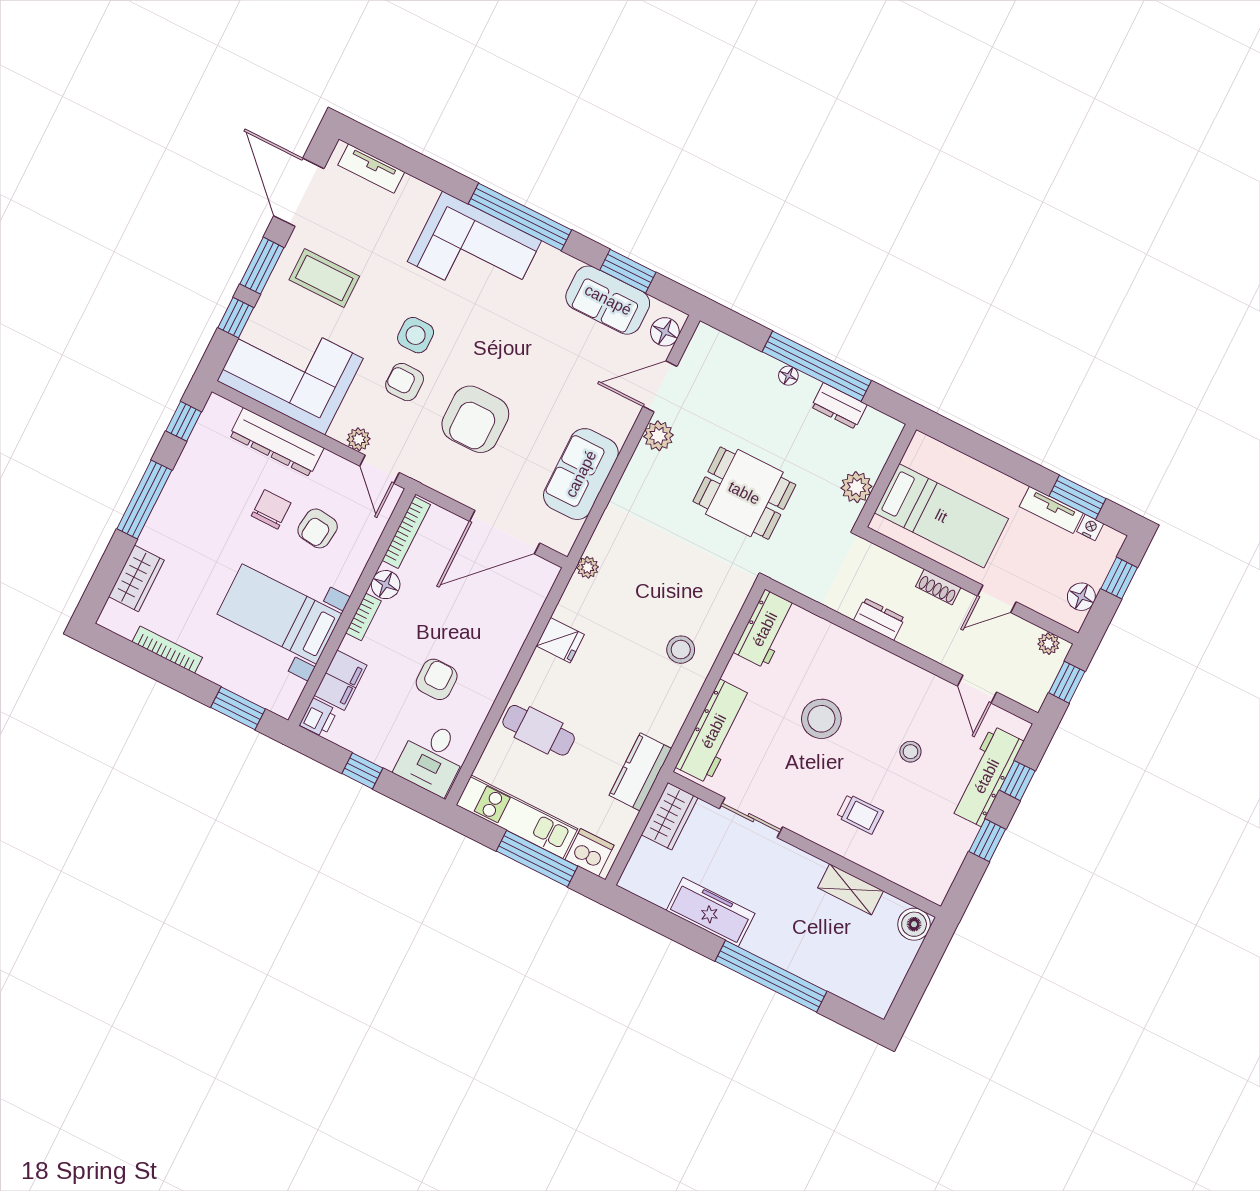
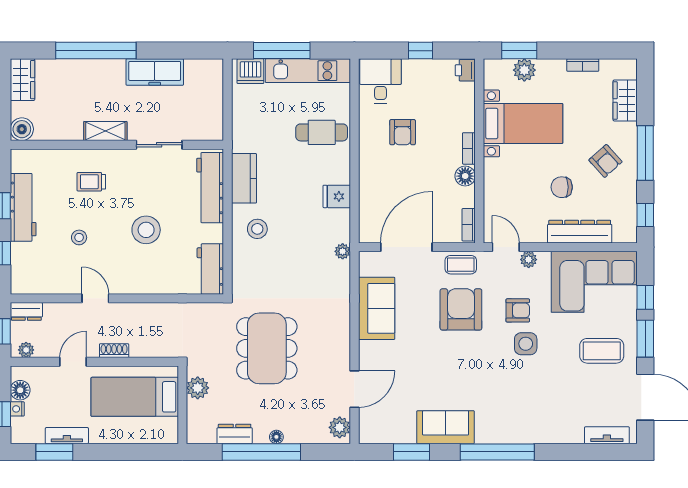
corner sofa: (474, 251) -> (515, 416), removed
sofa: (608, 300) -> (446, 427), moved
floor lamp: (665, 332) -> (369, 425), removed
plant: (658, 436) -> (340, 427), moved
coffee table: (447, 476) -> (461, 265), added
dining table: (744, 493) -> (267, 348), width x1.38
chair: (271, 509) -> (562, 187), turned 90
armchair: (318, 528) -> (605, 161), moved, turned 131
nightstand: (1090, 528) -> (17, 409), moved, turned 90
bookcase: (406, 532) -> (469, 225), width x0.64
dresser: (879, 619) -> (26, 311), moved
bookcase: (167, 650) -> (583, 65), width x0.64
filing cabinet: (341, 680) -> (463, 101), removed
plant: (244, 681) -> (524, 70), added
door: (977, 689) -> (95, 298), moved
kitchen counter: (640, 772) -> (244, 178), moved
workbench: (987, 776) -> (23, 207), moved
wardrobe: (670, 816) -> (22, 80), moved, turned 180
shelving: (851, 889) -> (105, 131), moved

